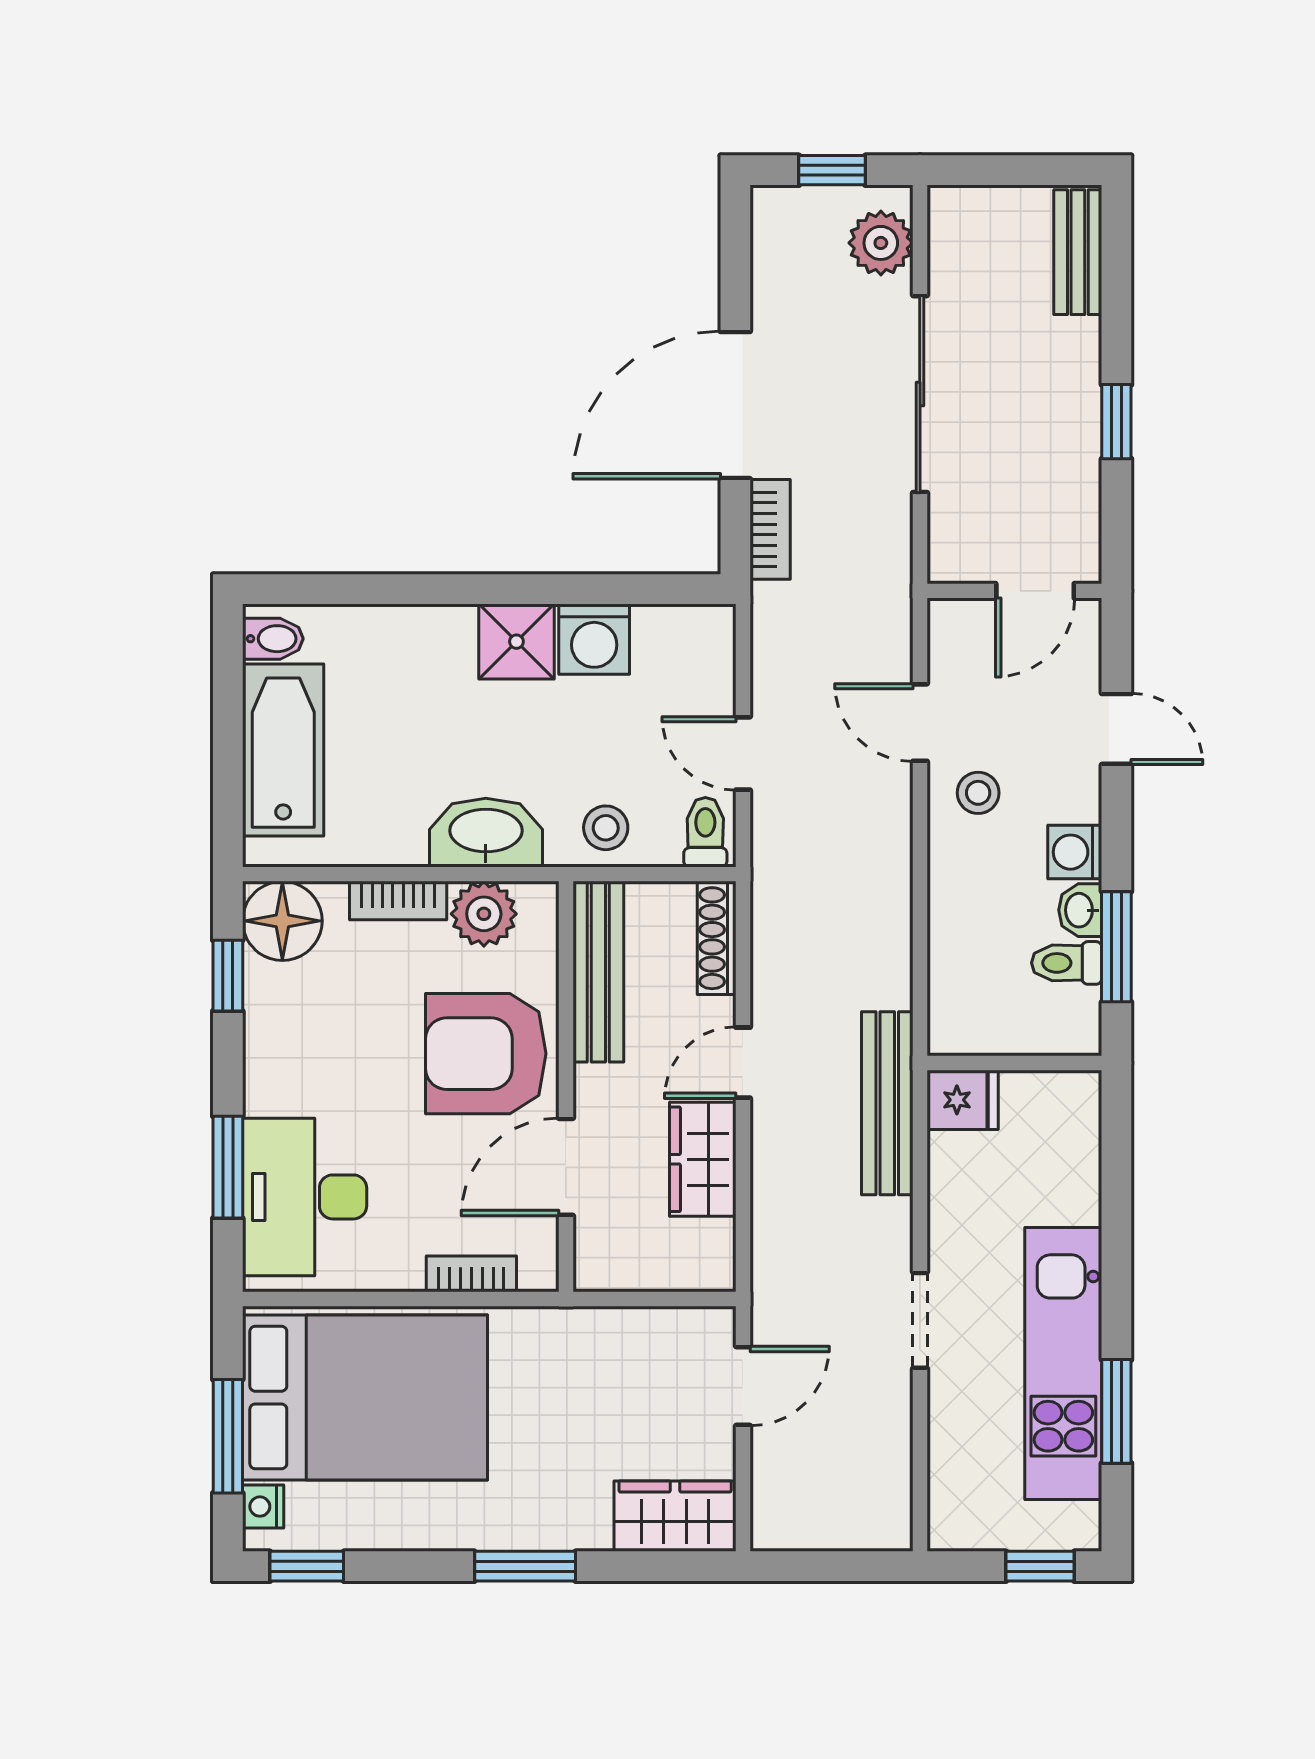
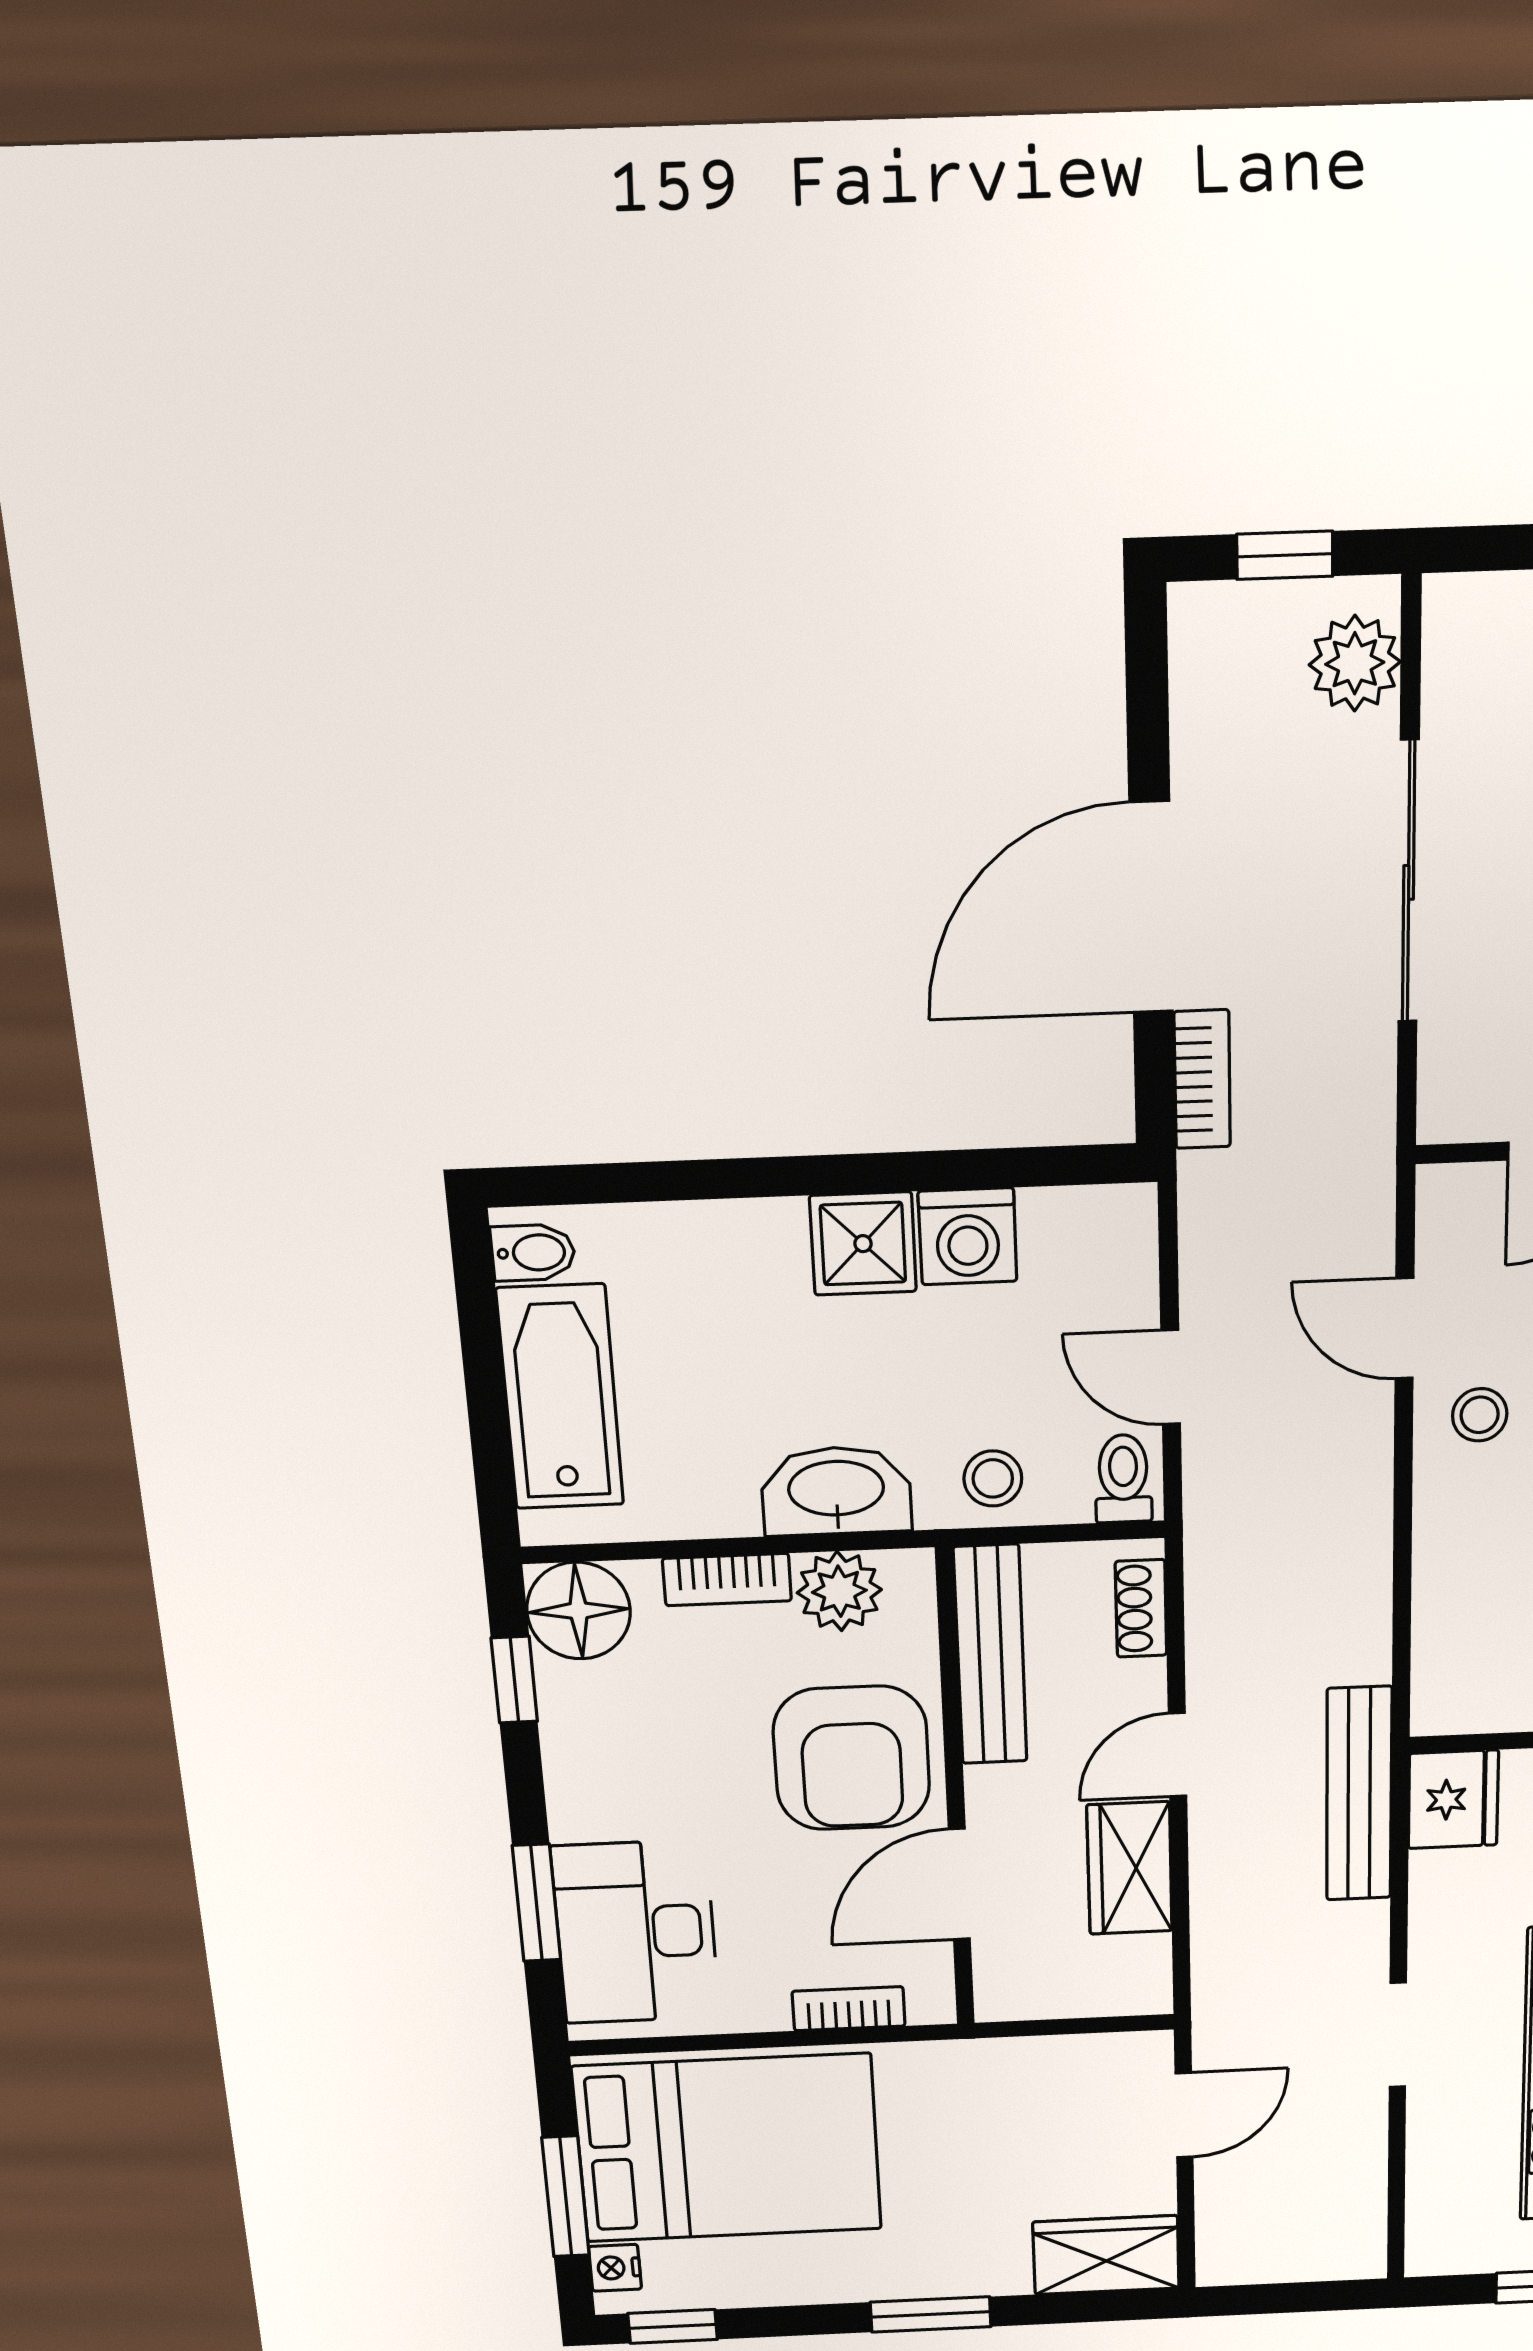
shoe rack: (717, 938) -> (1141, 1608), width x0.70
armchair: (486, 1054) -> (852, 1758), turned -90
fridge: (963, 1100) -> (1453, 1799), width x1.38

